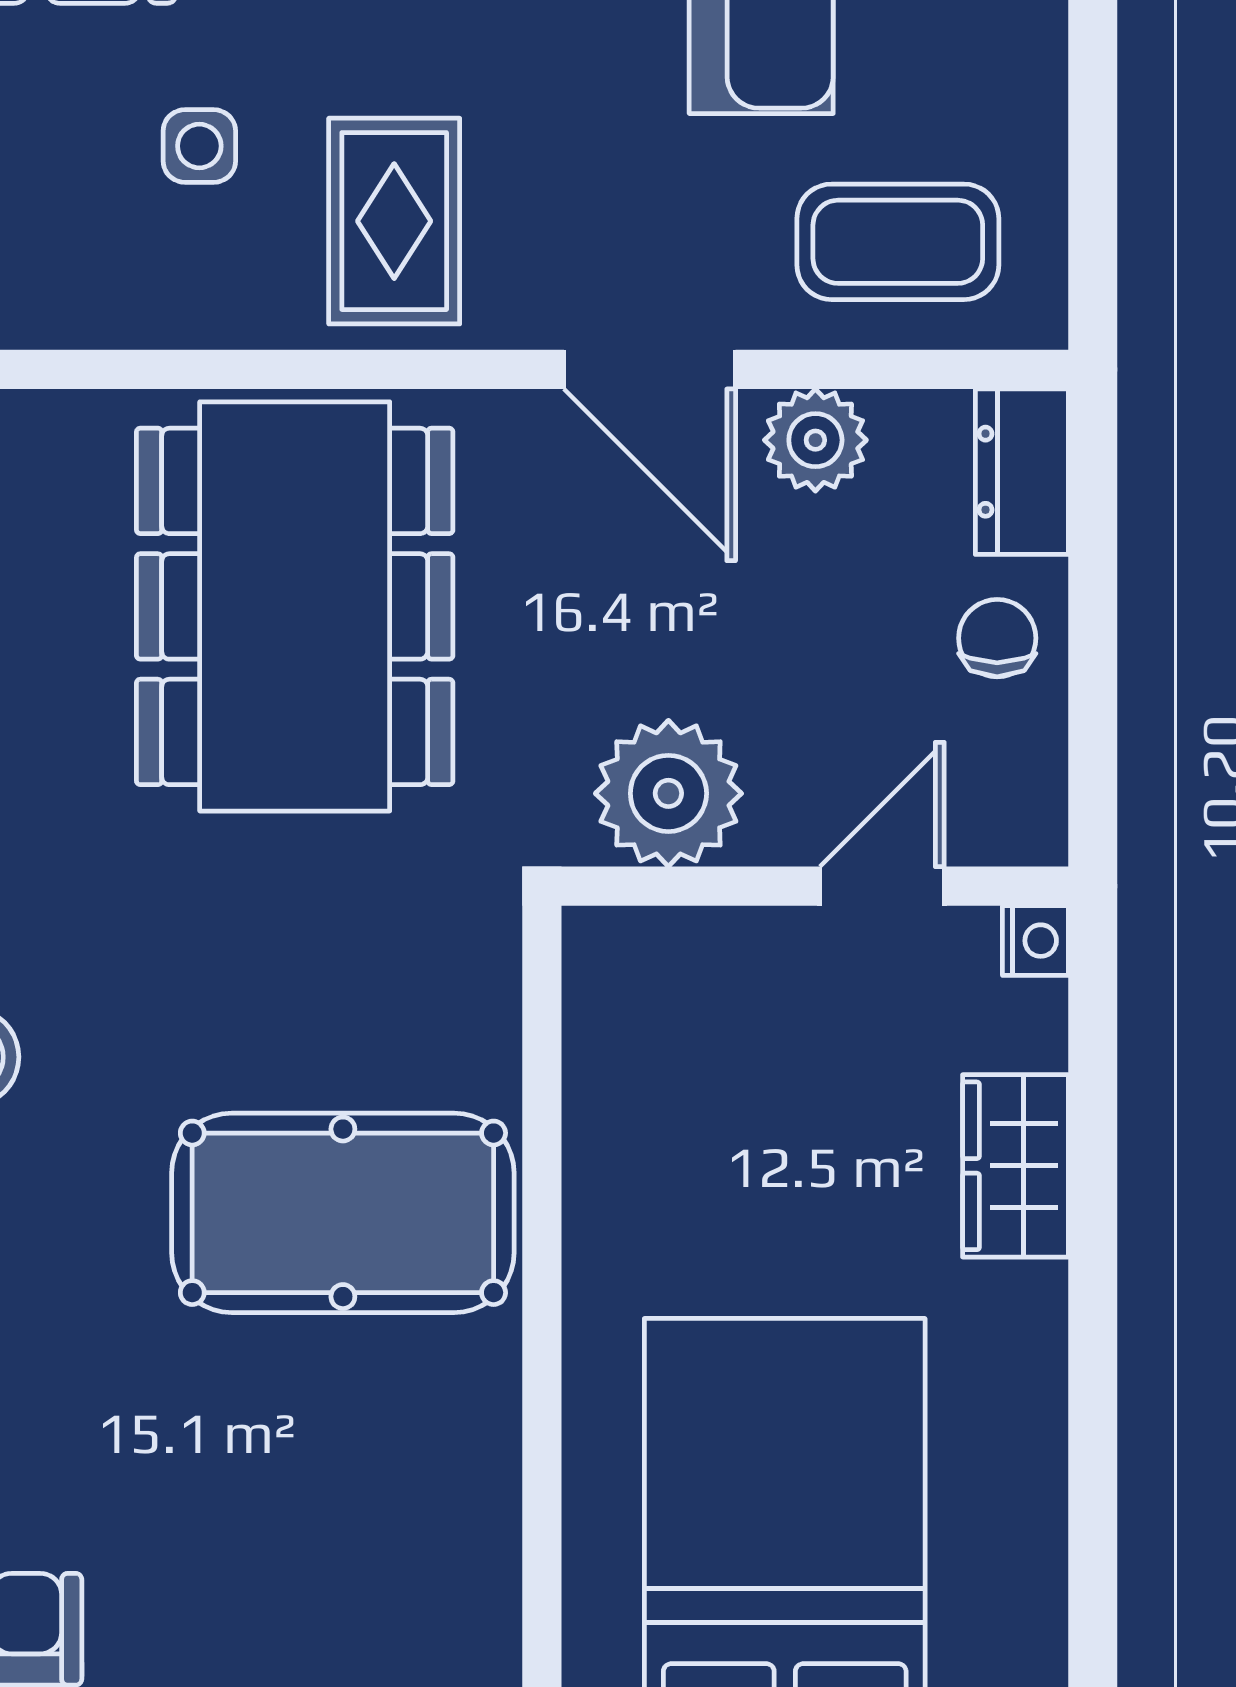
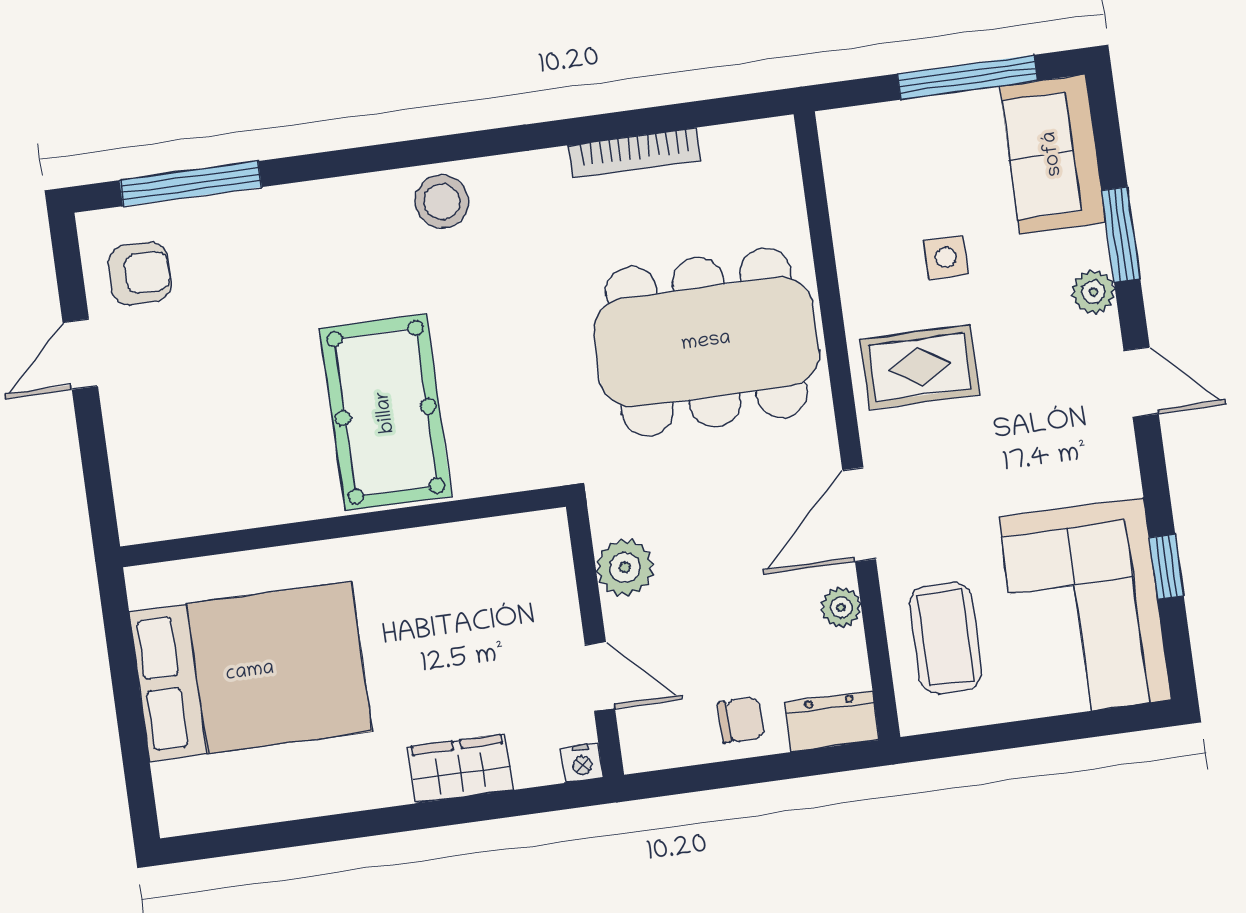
plant: (815, 440) -> (841, 607), width x0.73, depth x0.73
plant: (668, 793) -> (625, 568), width x0.73, depth x0.73

